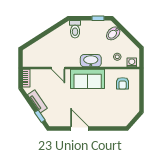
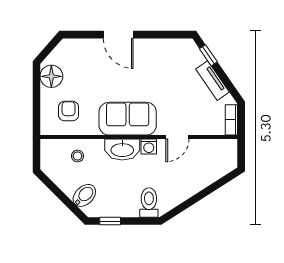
washing machine: (132, 62) -> (149, 146), moved
door: (58, 68) -> (177, 137), swing flipped
floor lamp: (133, 104) -> (51, 76), added
door: (79, 129) -> (118, 35), moved

